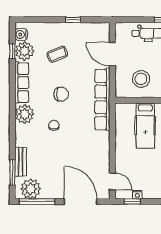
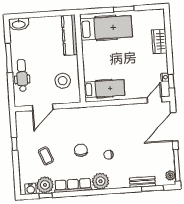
row of seats: (102, 100) -> (83, 114), removed
hospital bed: (145, 126) -> (104, 89), moved
plant: (31, 189) -> (170, 175), width x0.53, depth x0.53

